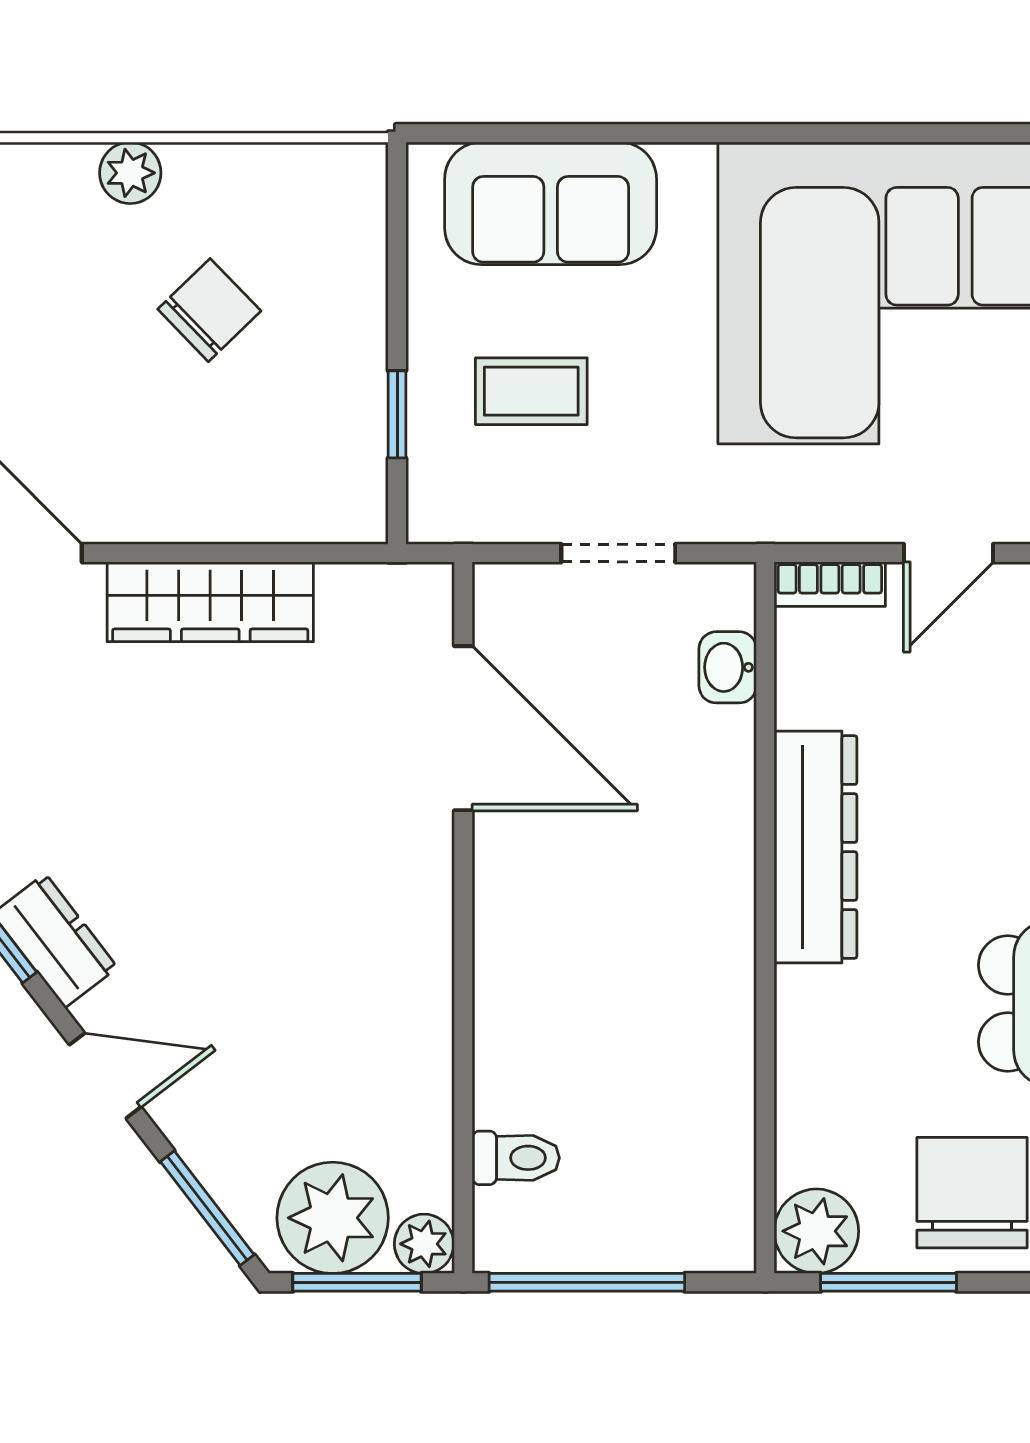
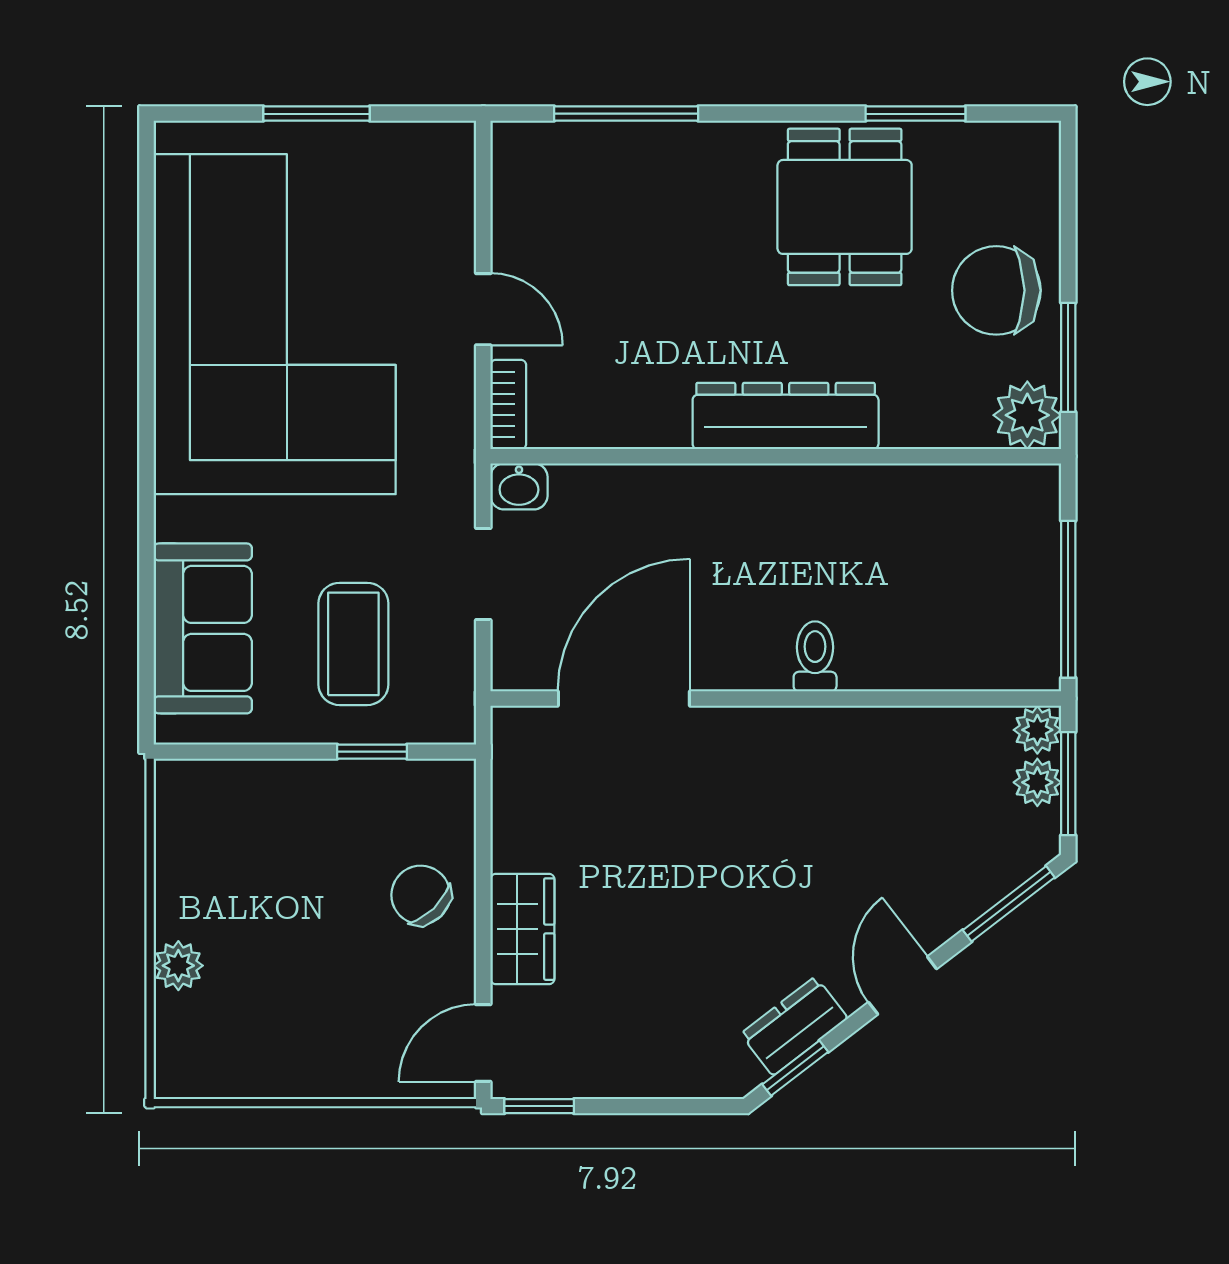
chair: (209, 310) -> (421, 895), moved
coffee table: (531, 391) -> (353, 644), width x1.36, depth x1.30
wardrobe: (210, 602) -> (522, 929), width x0.67
washbasin: (728, 667) -> (519, 486), moved
dresser: (815, 847) -> (786, 416), moved
toilet: (516, 1158) -> (815, 656), moved
plant: (333, 1218) -> (1037, 782), width x0.53, depth x0.53

